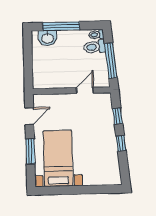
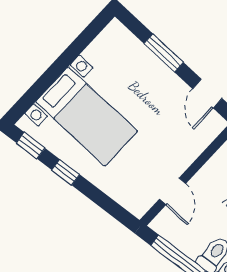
window: (118, 116) -> (31, 145), moved
bed with nightstands: (58, 158) -> (87, 116), moved

